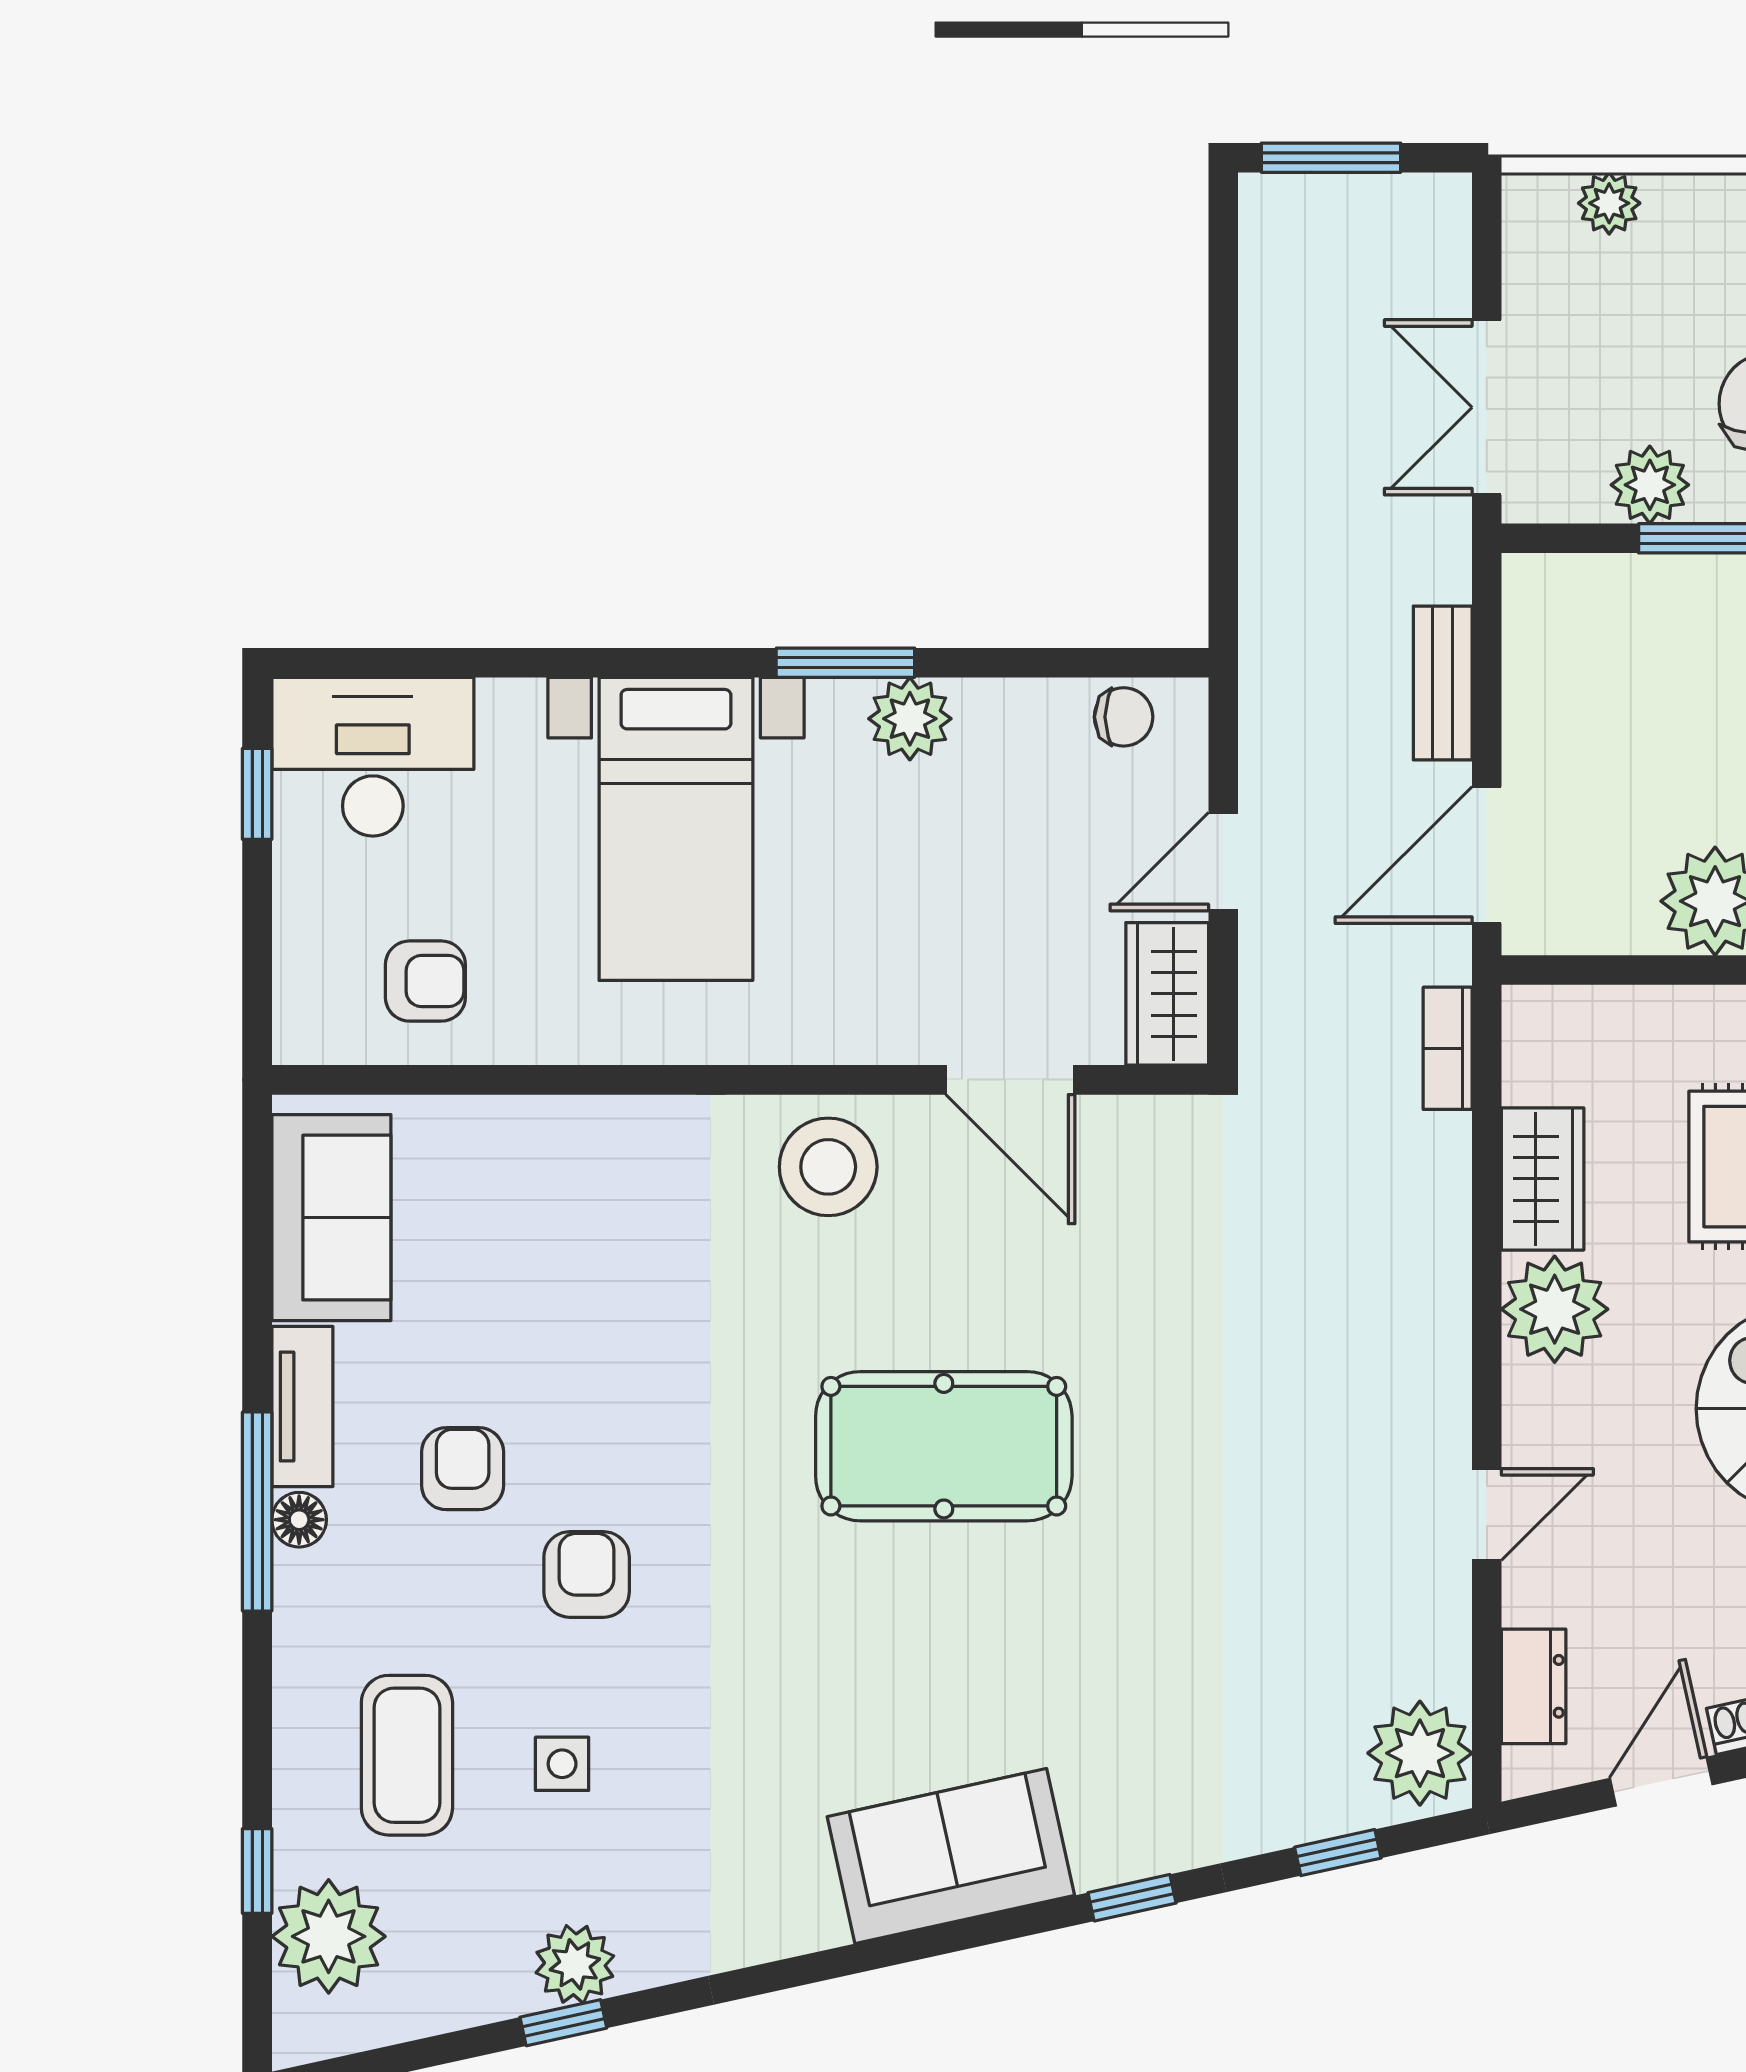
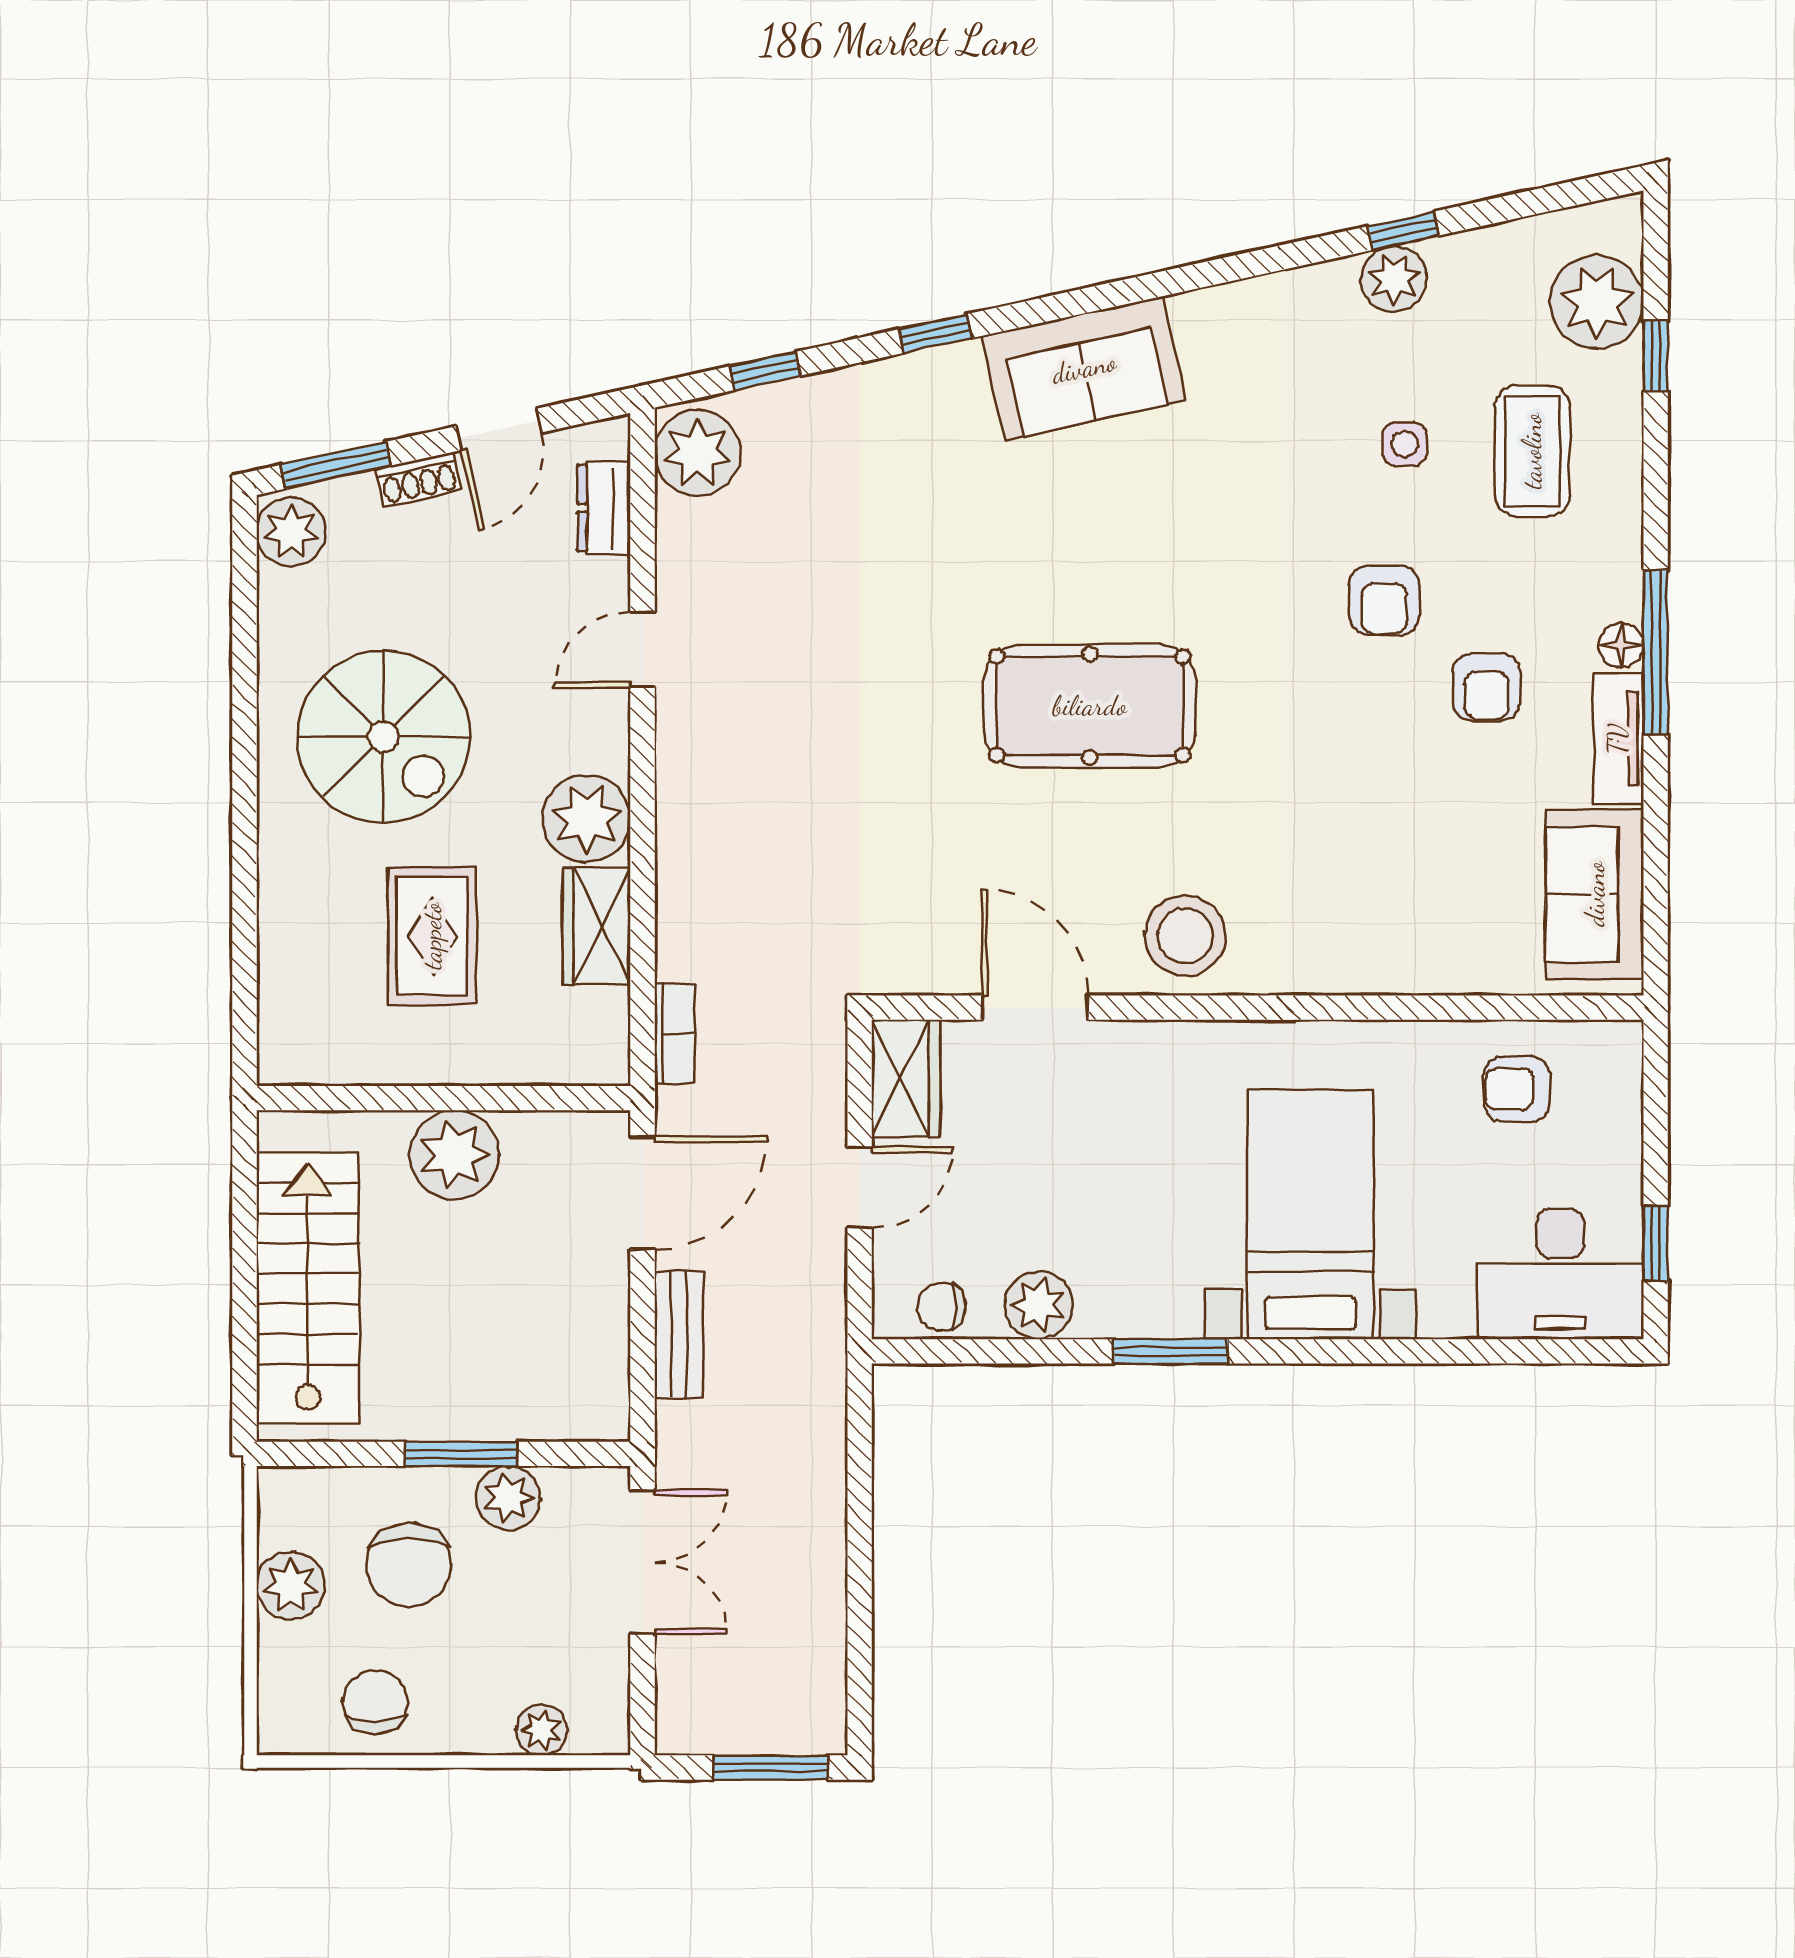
plant: (910, 719) -> (1039, 1305), moved

